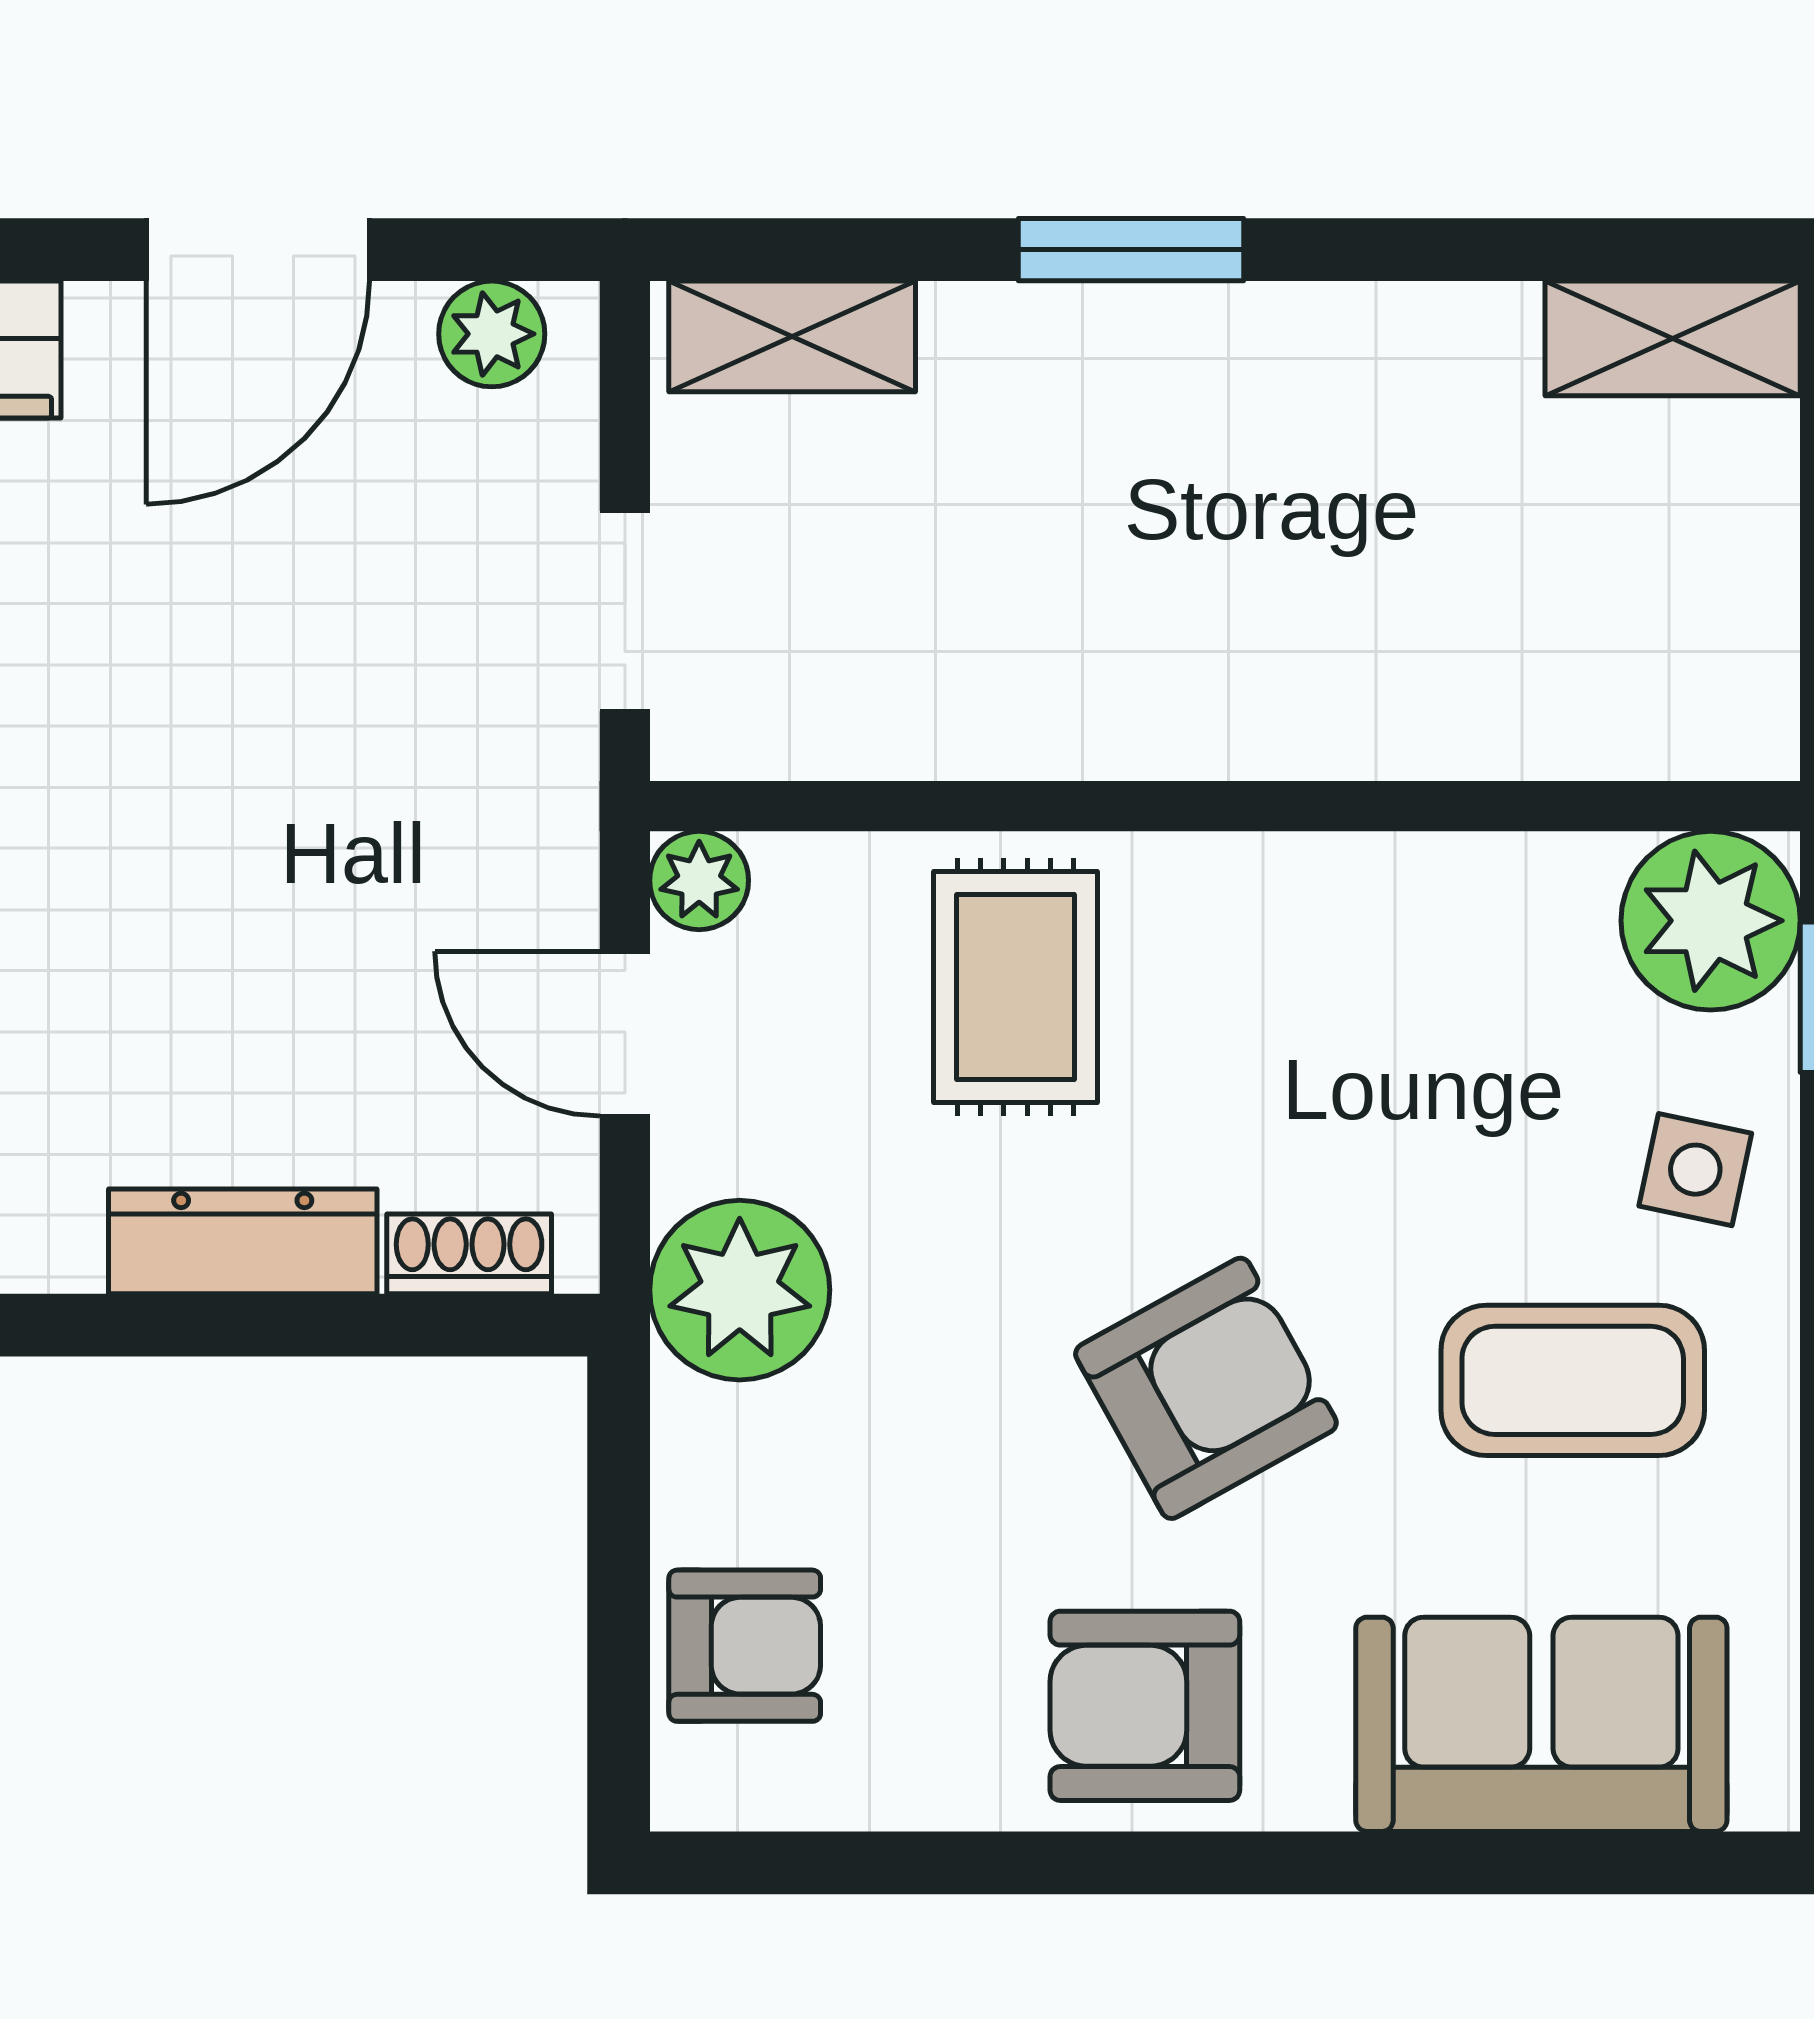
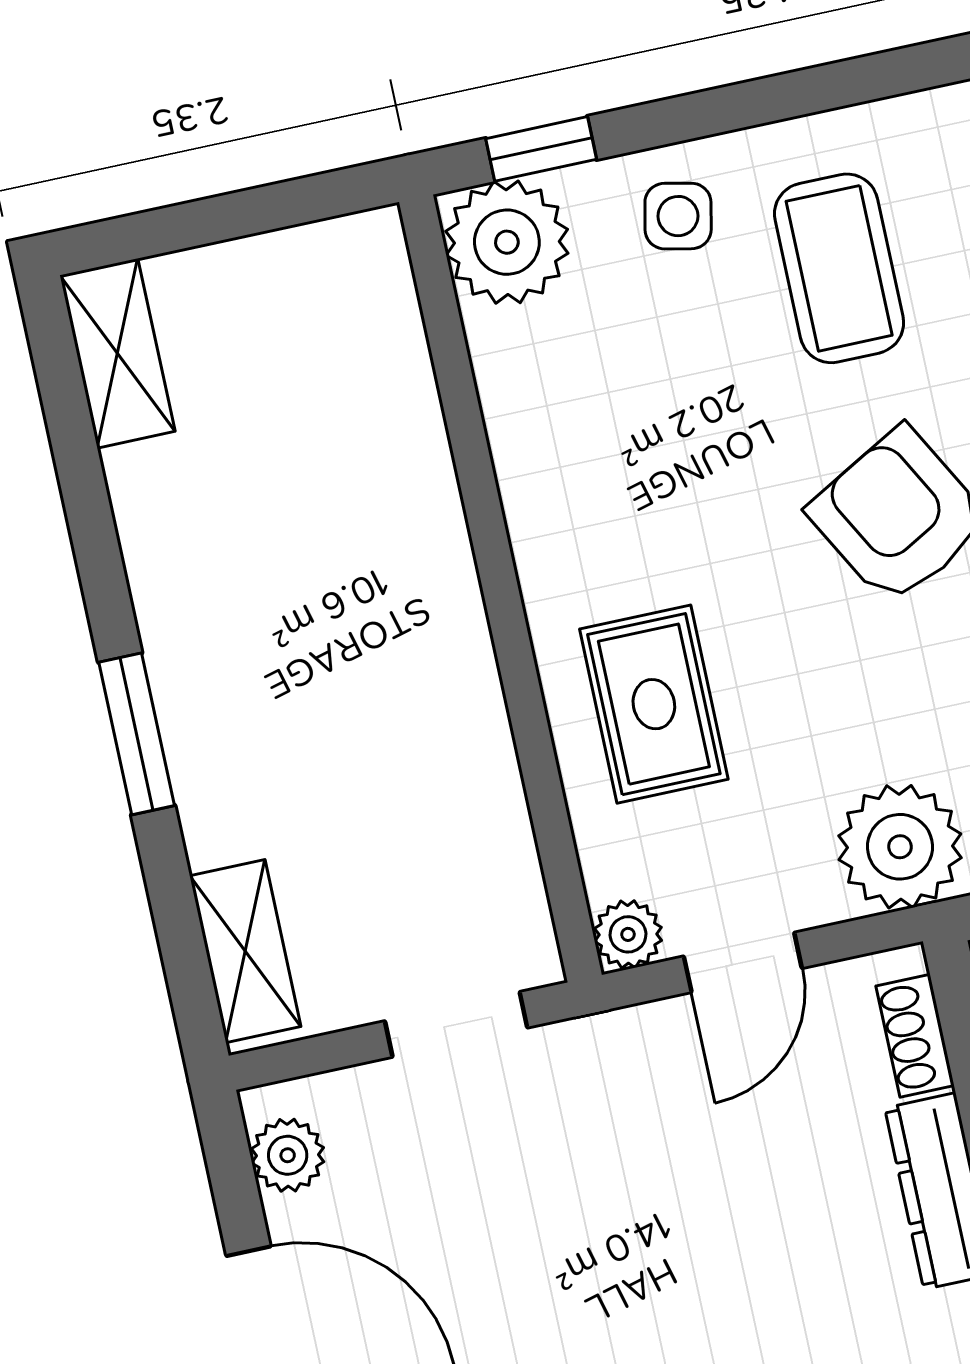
rug: (1015, 987) -> (654, 704), turned 90

